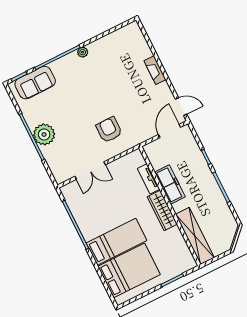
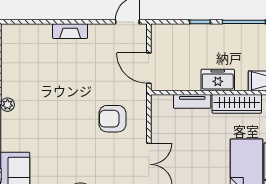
door: (170, 131) -> (149, 68), moved
freezer: (170, 185) -> (218, 80), width x0.71

